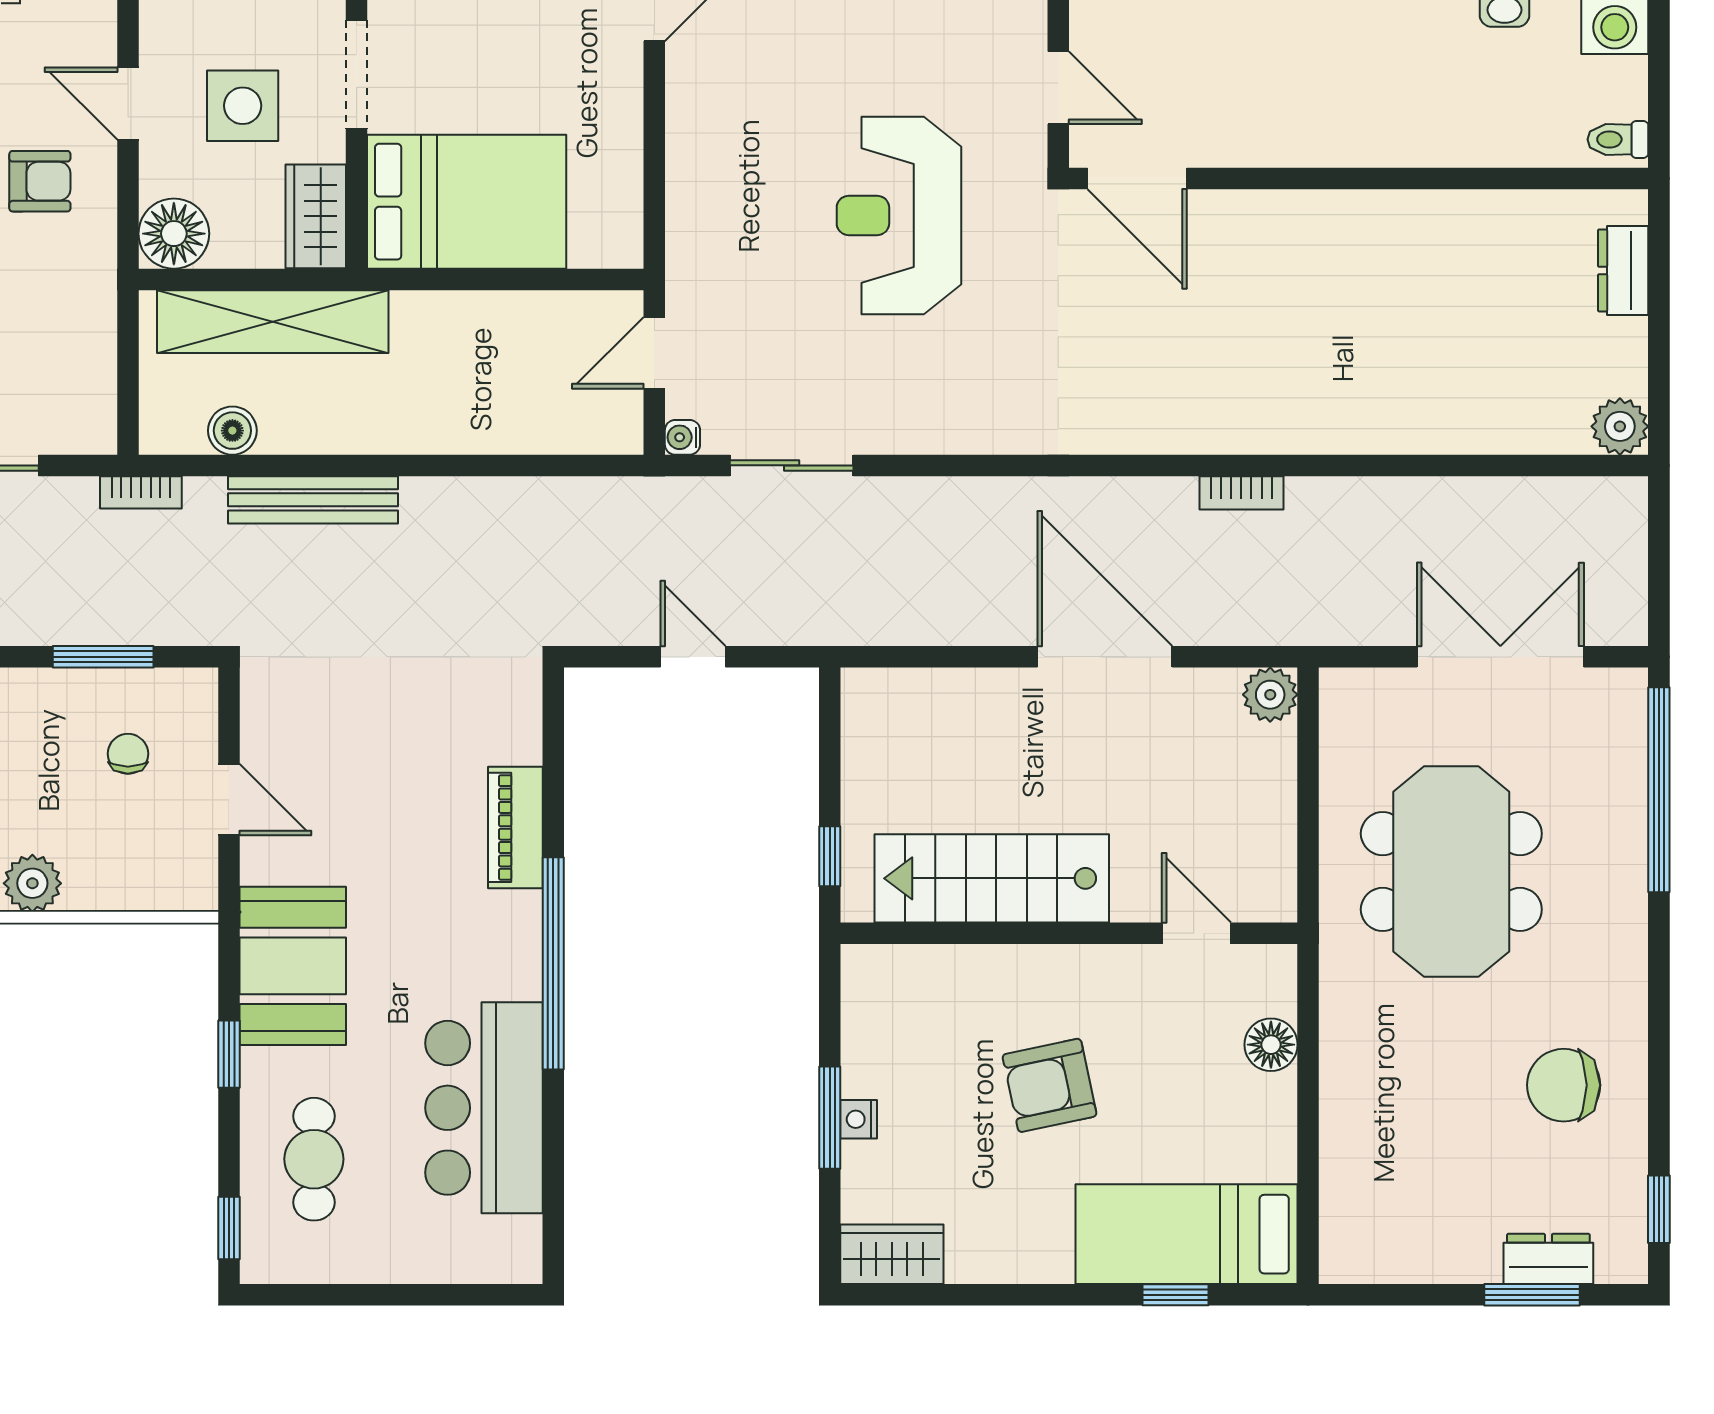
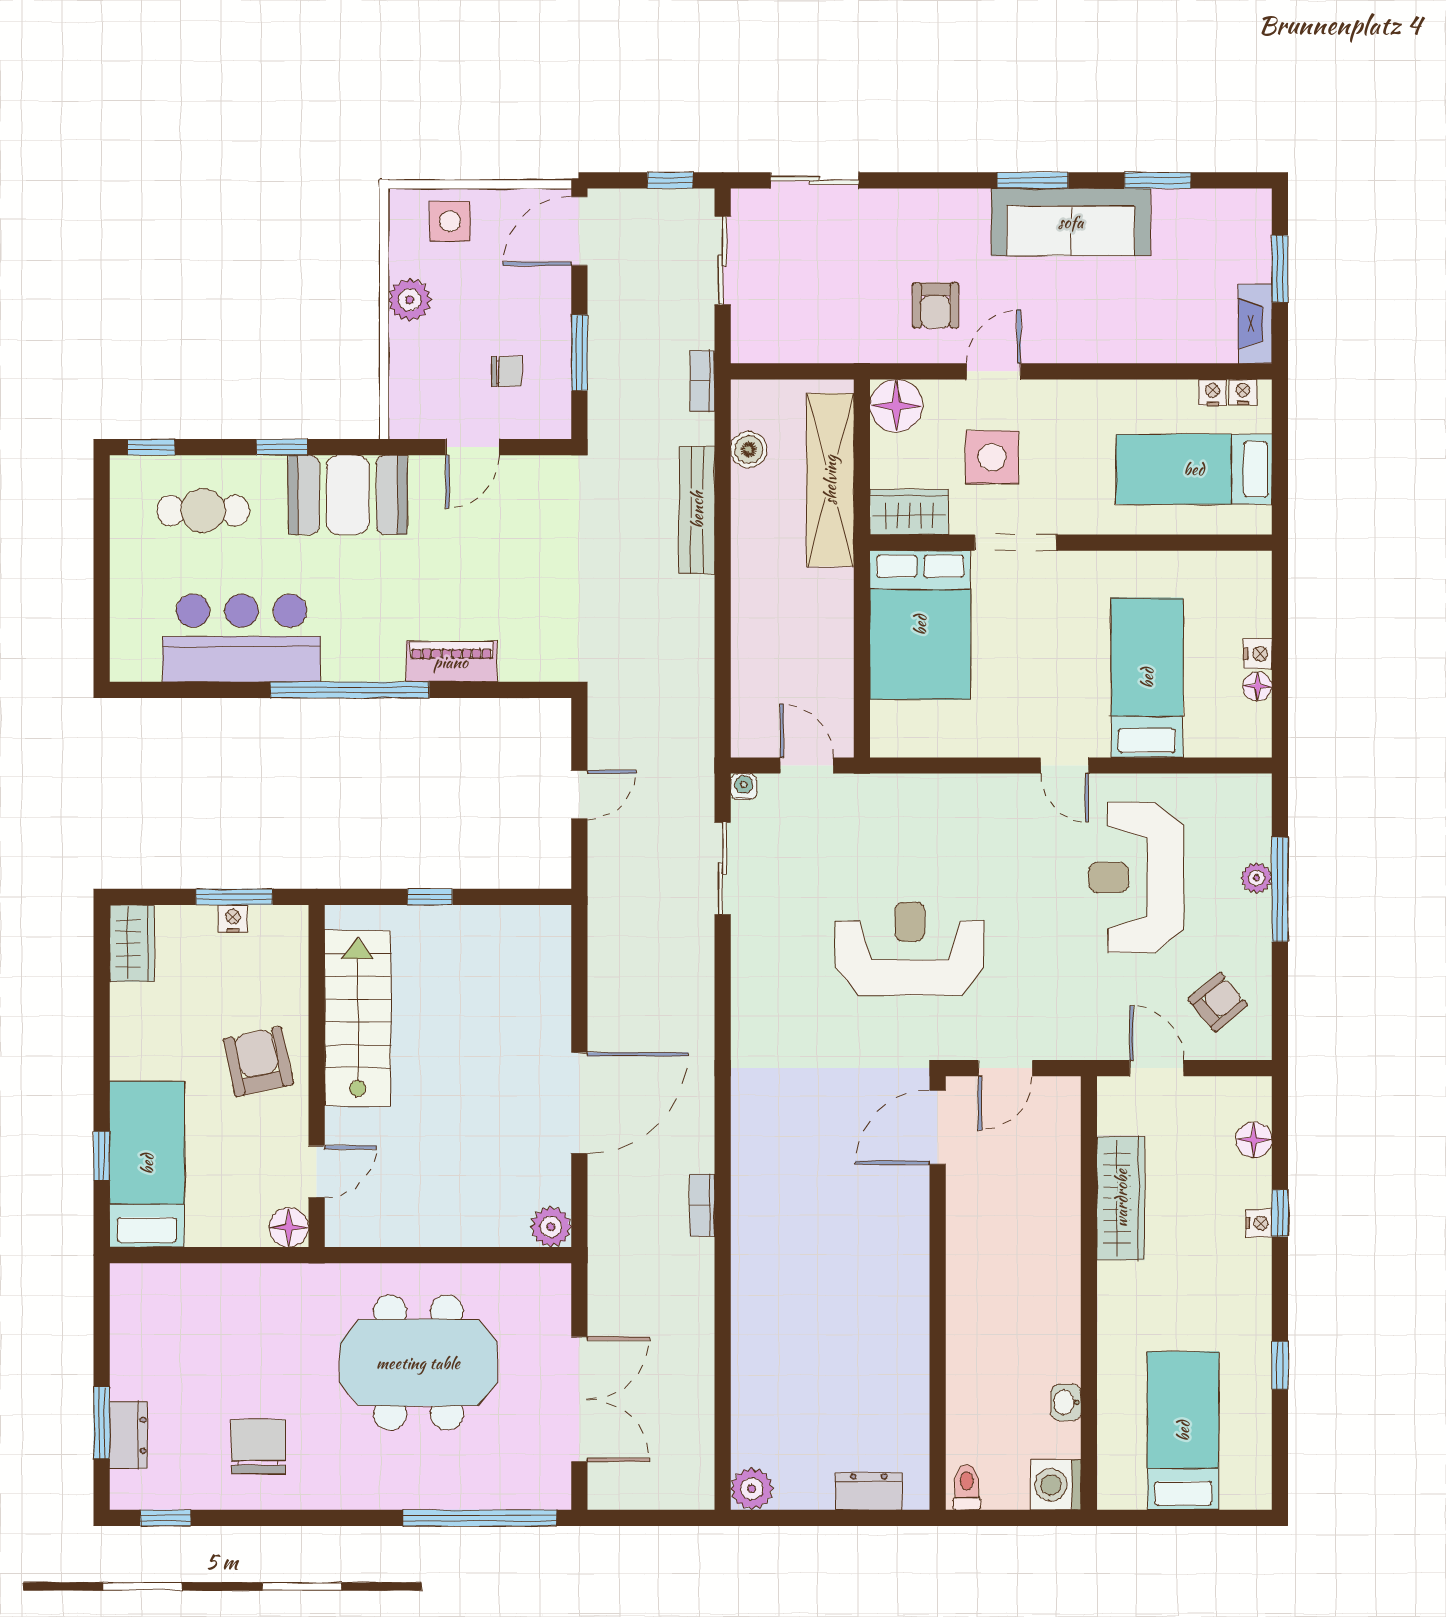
stairs: (992, 878) -> (358, 1018), moved
wall: (1069, 933) -> (317, 1076), moved
door: (1196, 933) -> (317, 1172), moved

